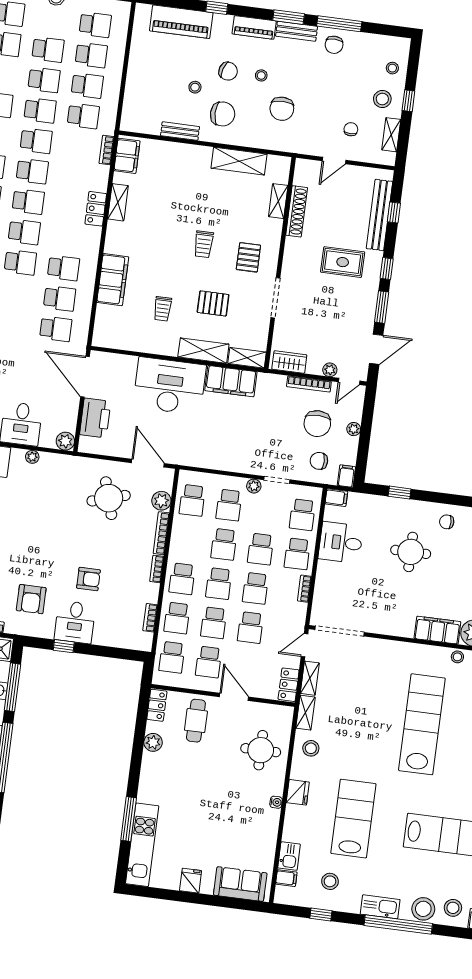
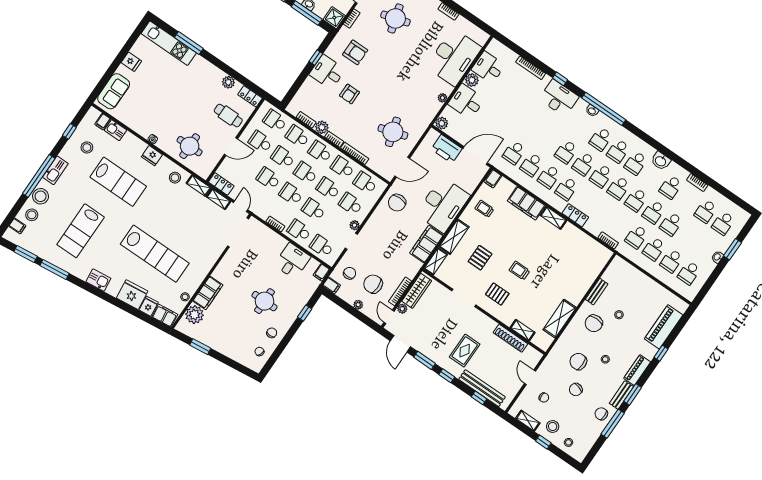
school desk: (48, 49) -> (566, 189), moved
chair: (228, 71) -> (576, 390), moved
filing cabinet: (127, 156) -> (493, 179), moved, width x0.50
shelving: (118, 202) -> (553, 218), moved
trolley: (163, 309) -> (484, 209), moved
wardrobe: (289, 362) -> (417, 291), width x1.50
chair: (197, 446) -> (397, 203), added
plant: (161, 501) -> (322, 127), moved
school desk: (187, 540) -> (343, 167), added
armchair: (31, 599) -> (355, 52), turned 180

